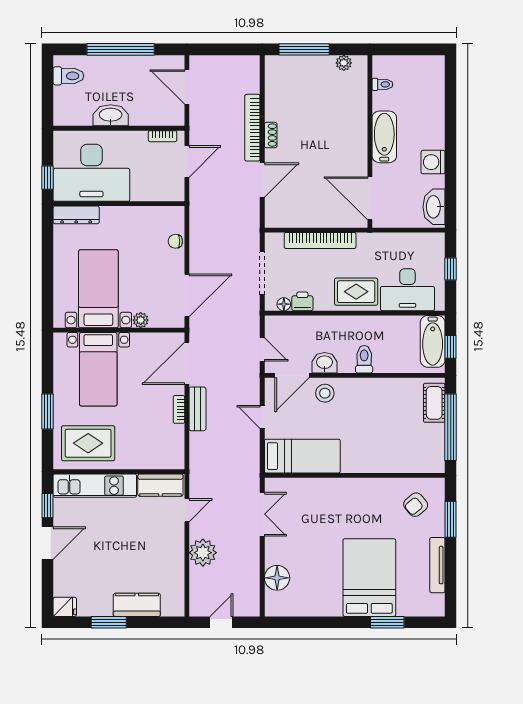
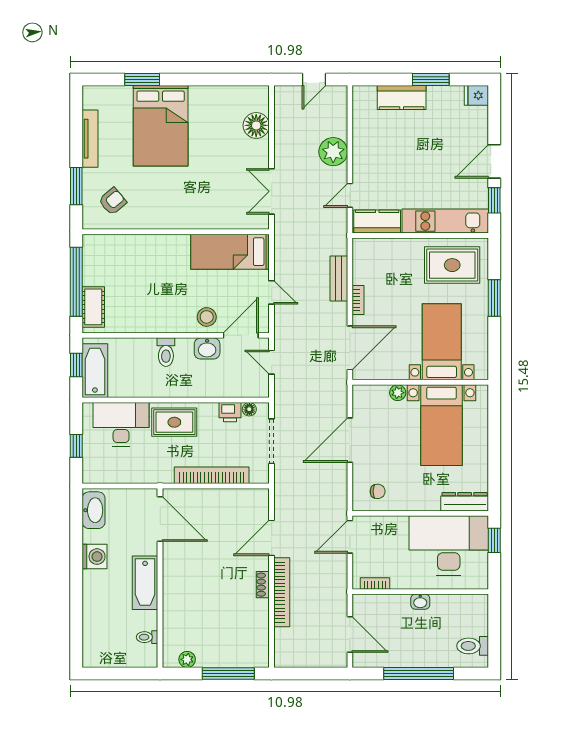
washbasin: (111, 115) -> (420, 602), width x0.52, depth x0.69
door: (187, 161) -> (350, 537), moved
chair: (175, 241) -> (378, 491), moved
door: (187, 295) -> (350, 440), moved
bench: (197, 409) -> (339, 278), moved

